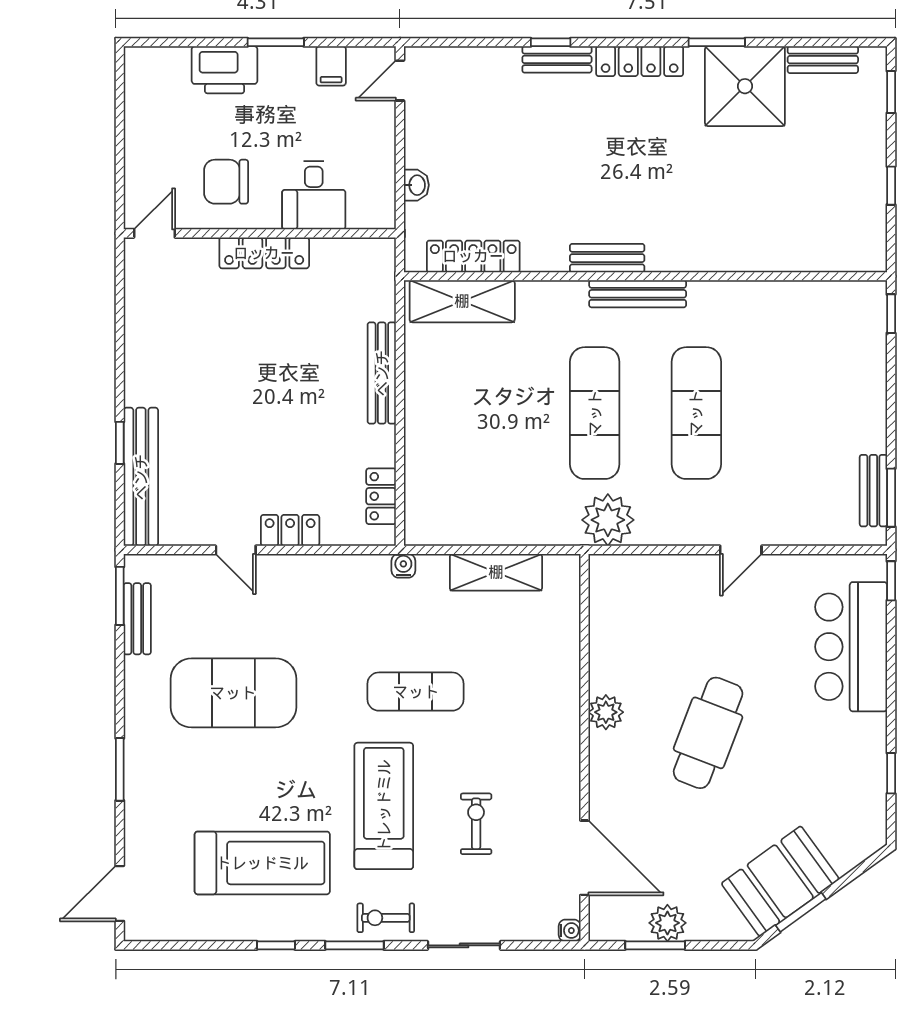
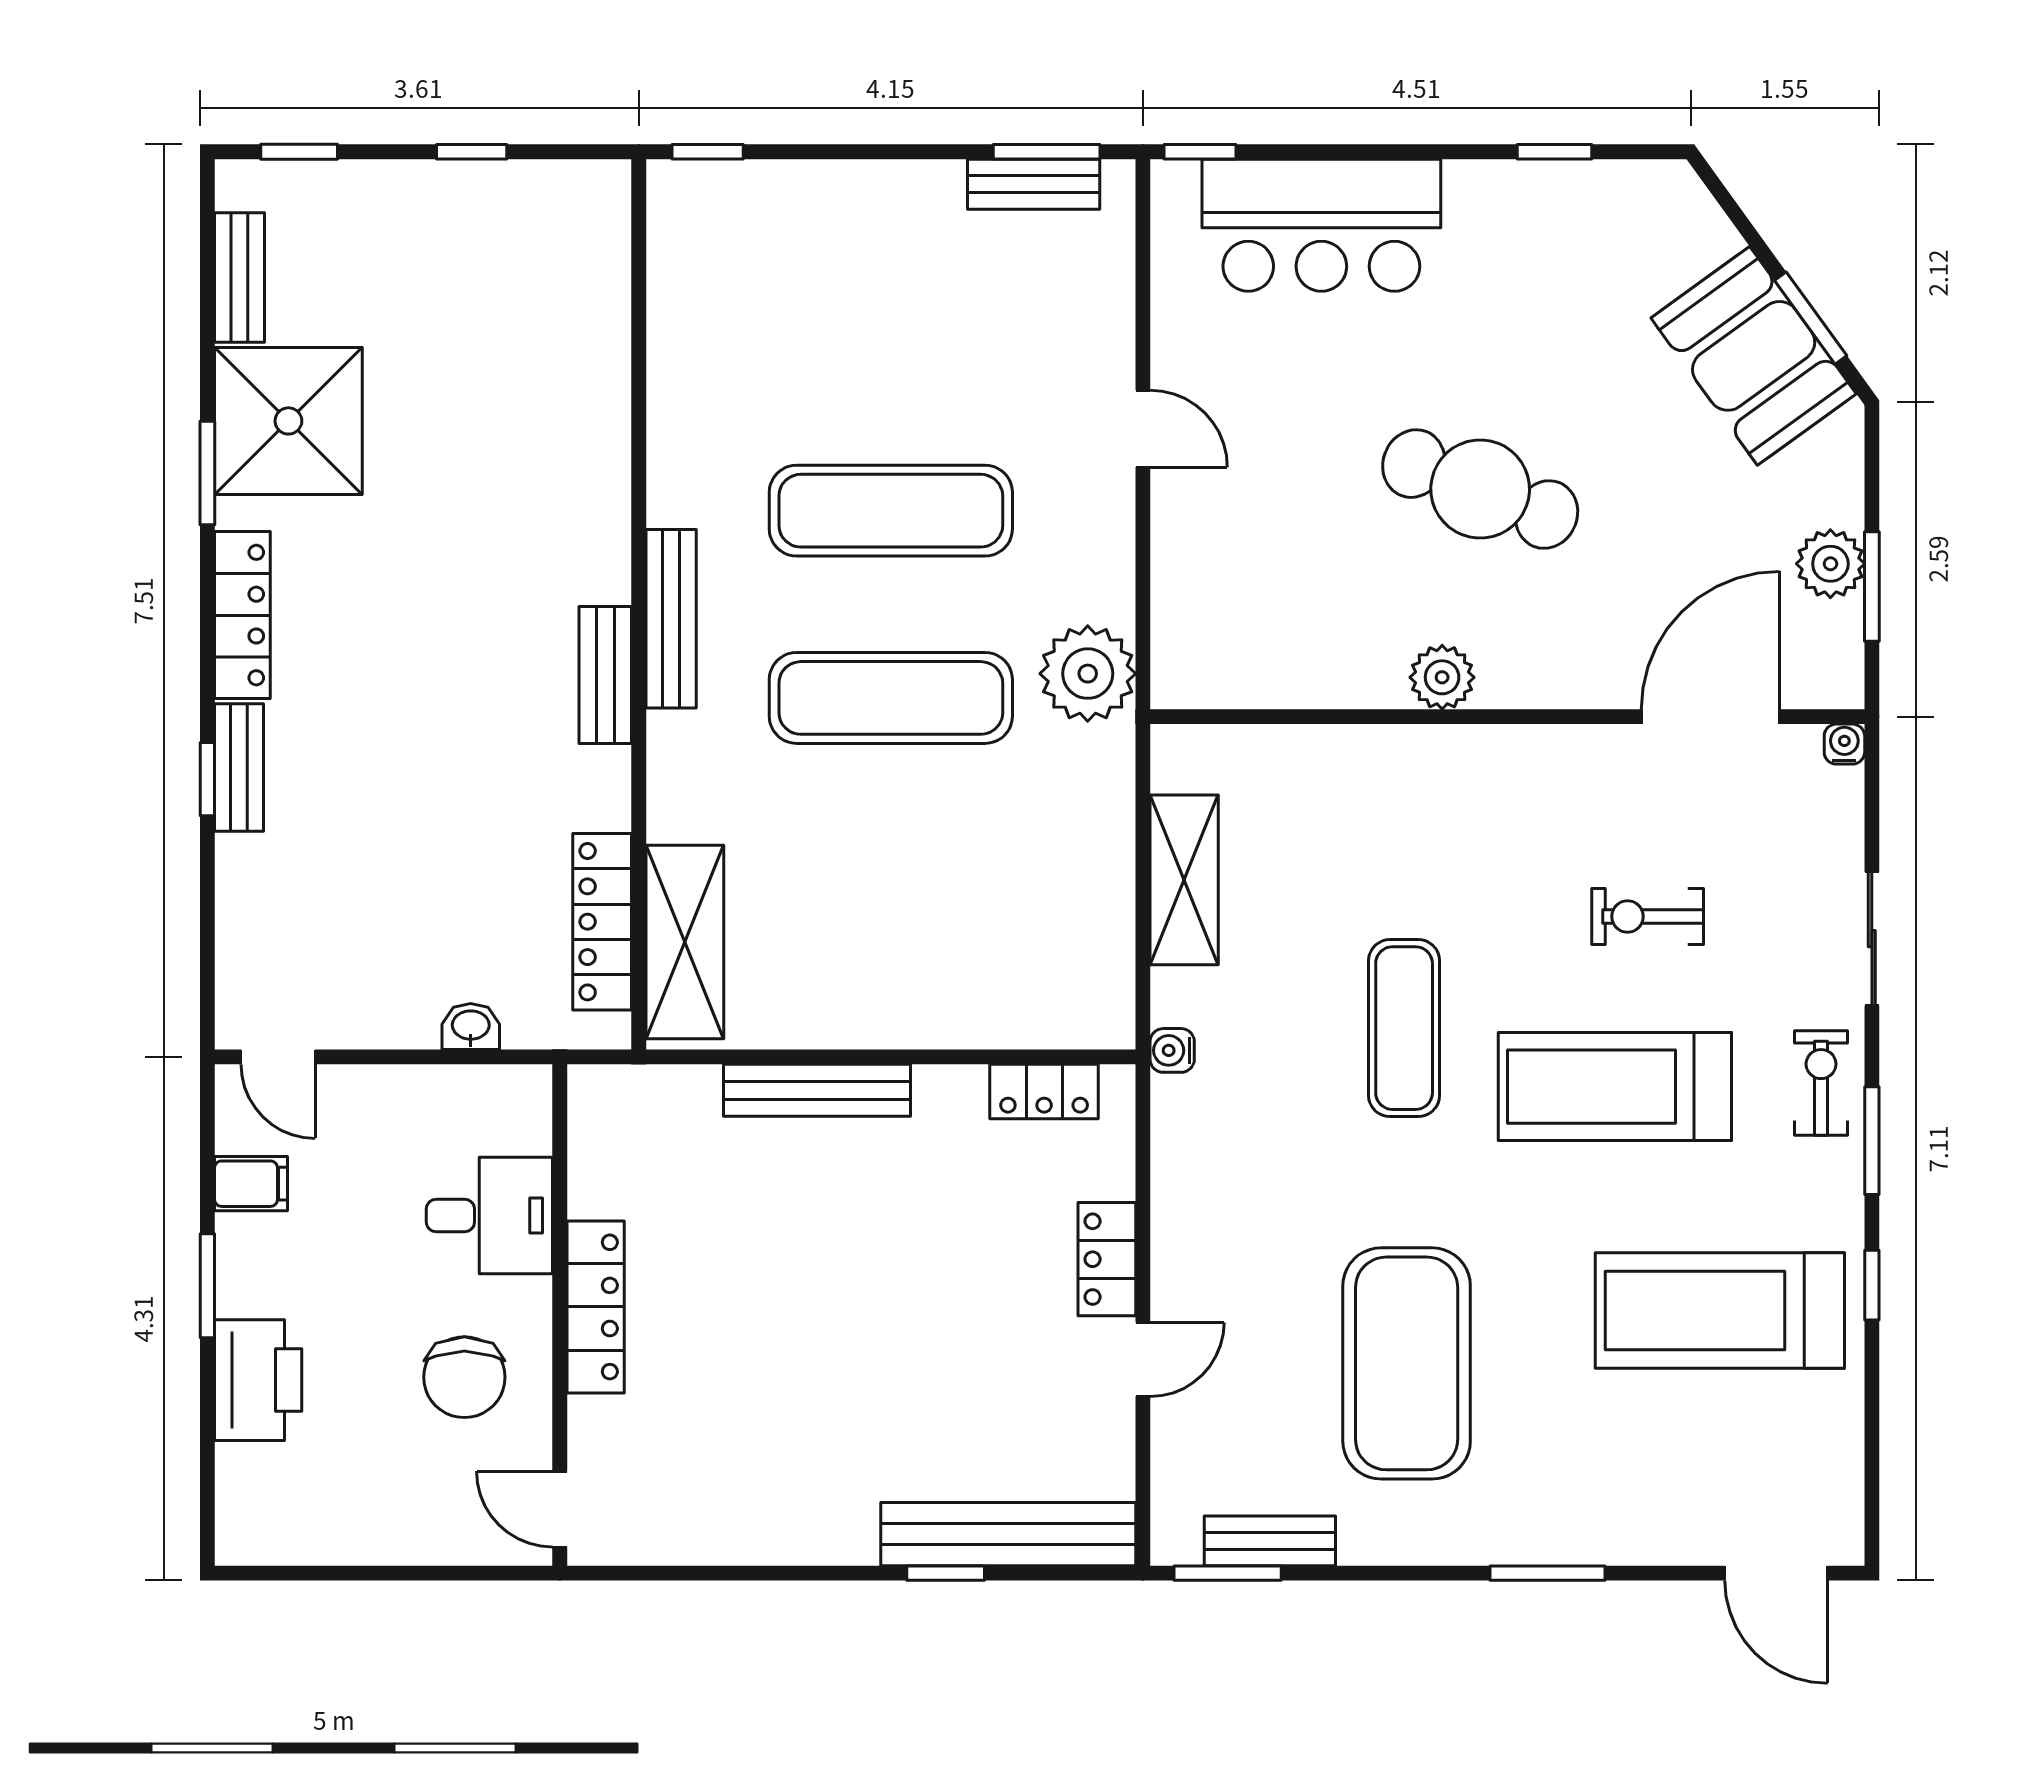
treadmill: (262, 863) -> (1720, 1310), turned -90
exercise bike: (386, 918) -> (1821, 1083), turned 180

